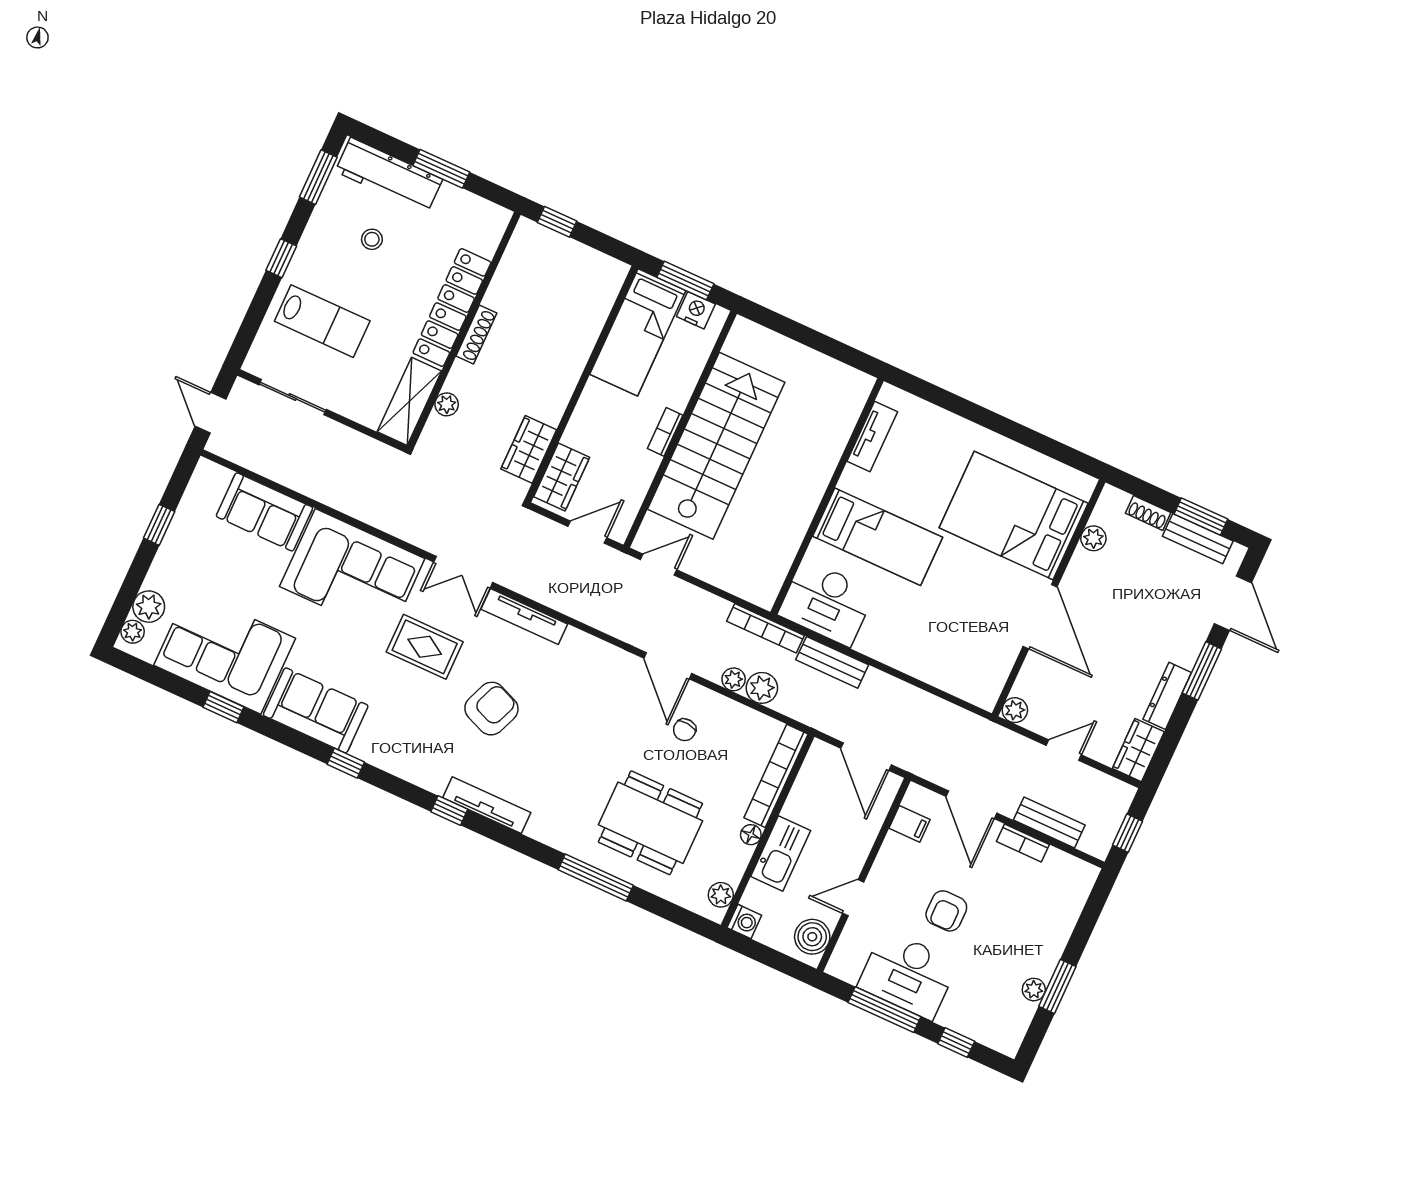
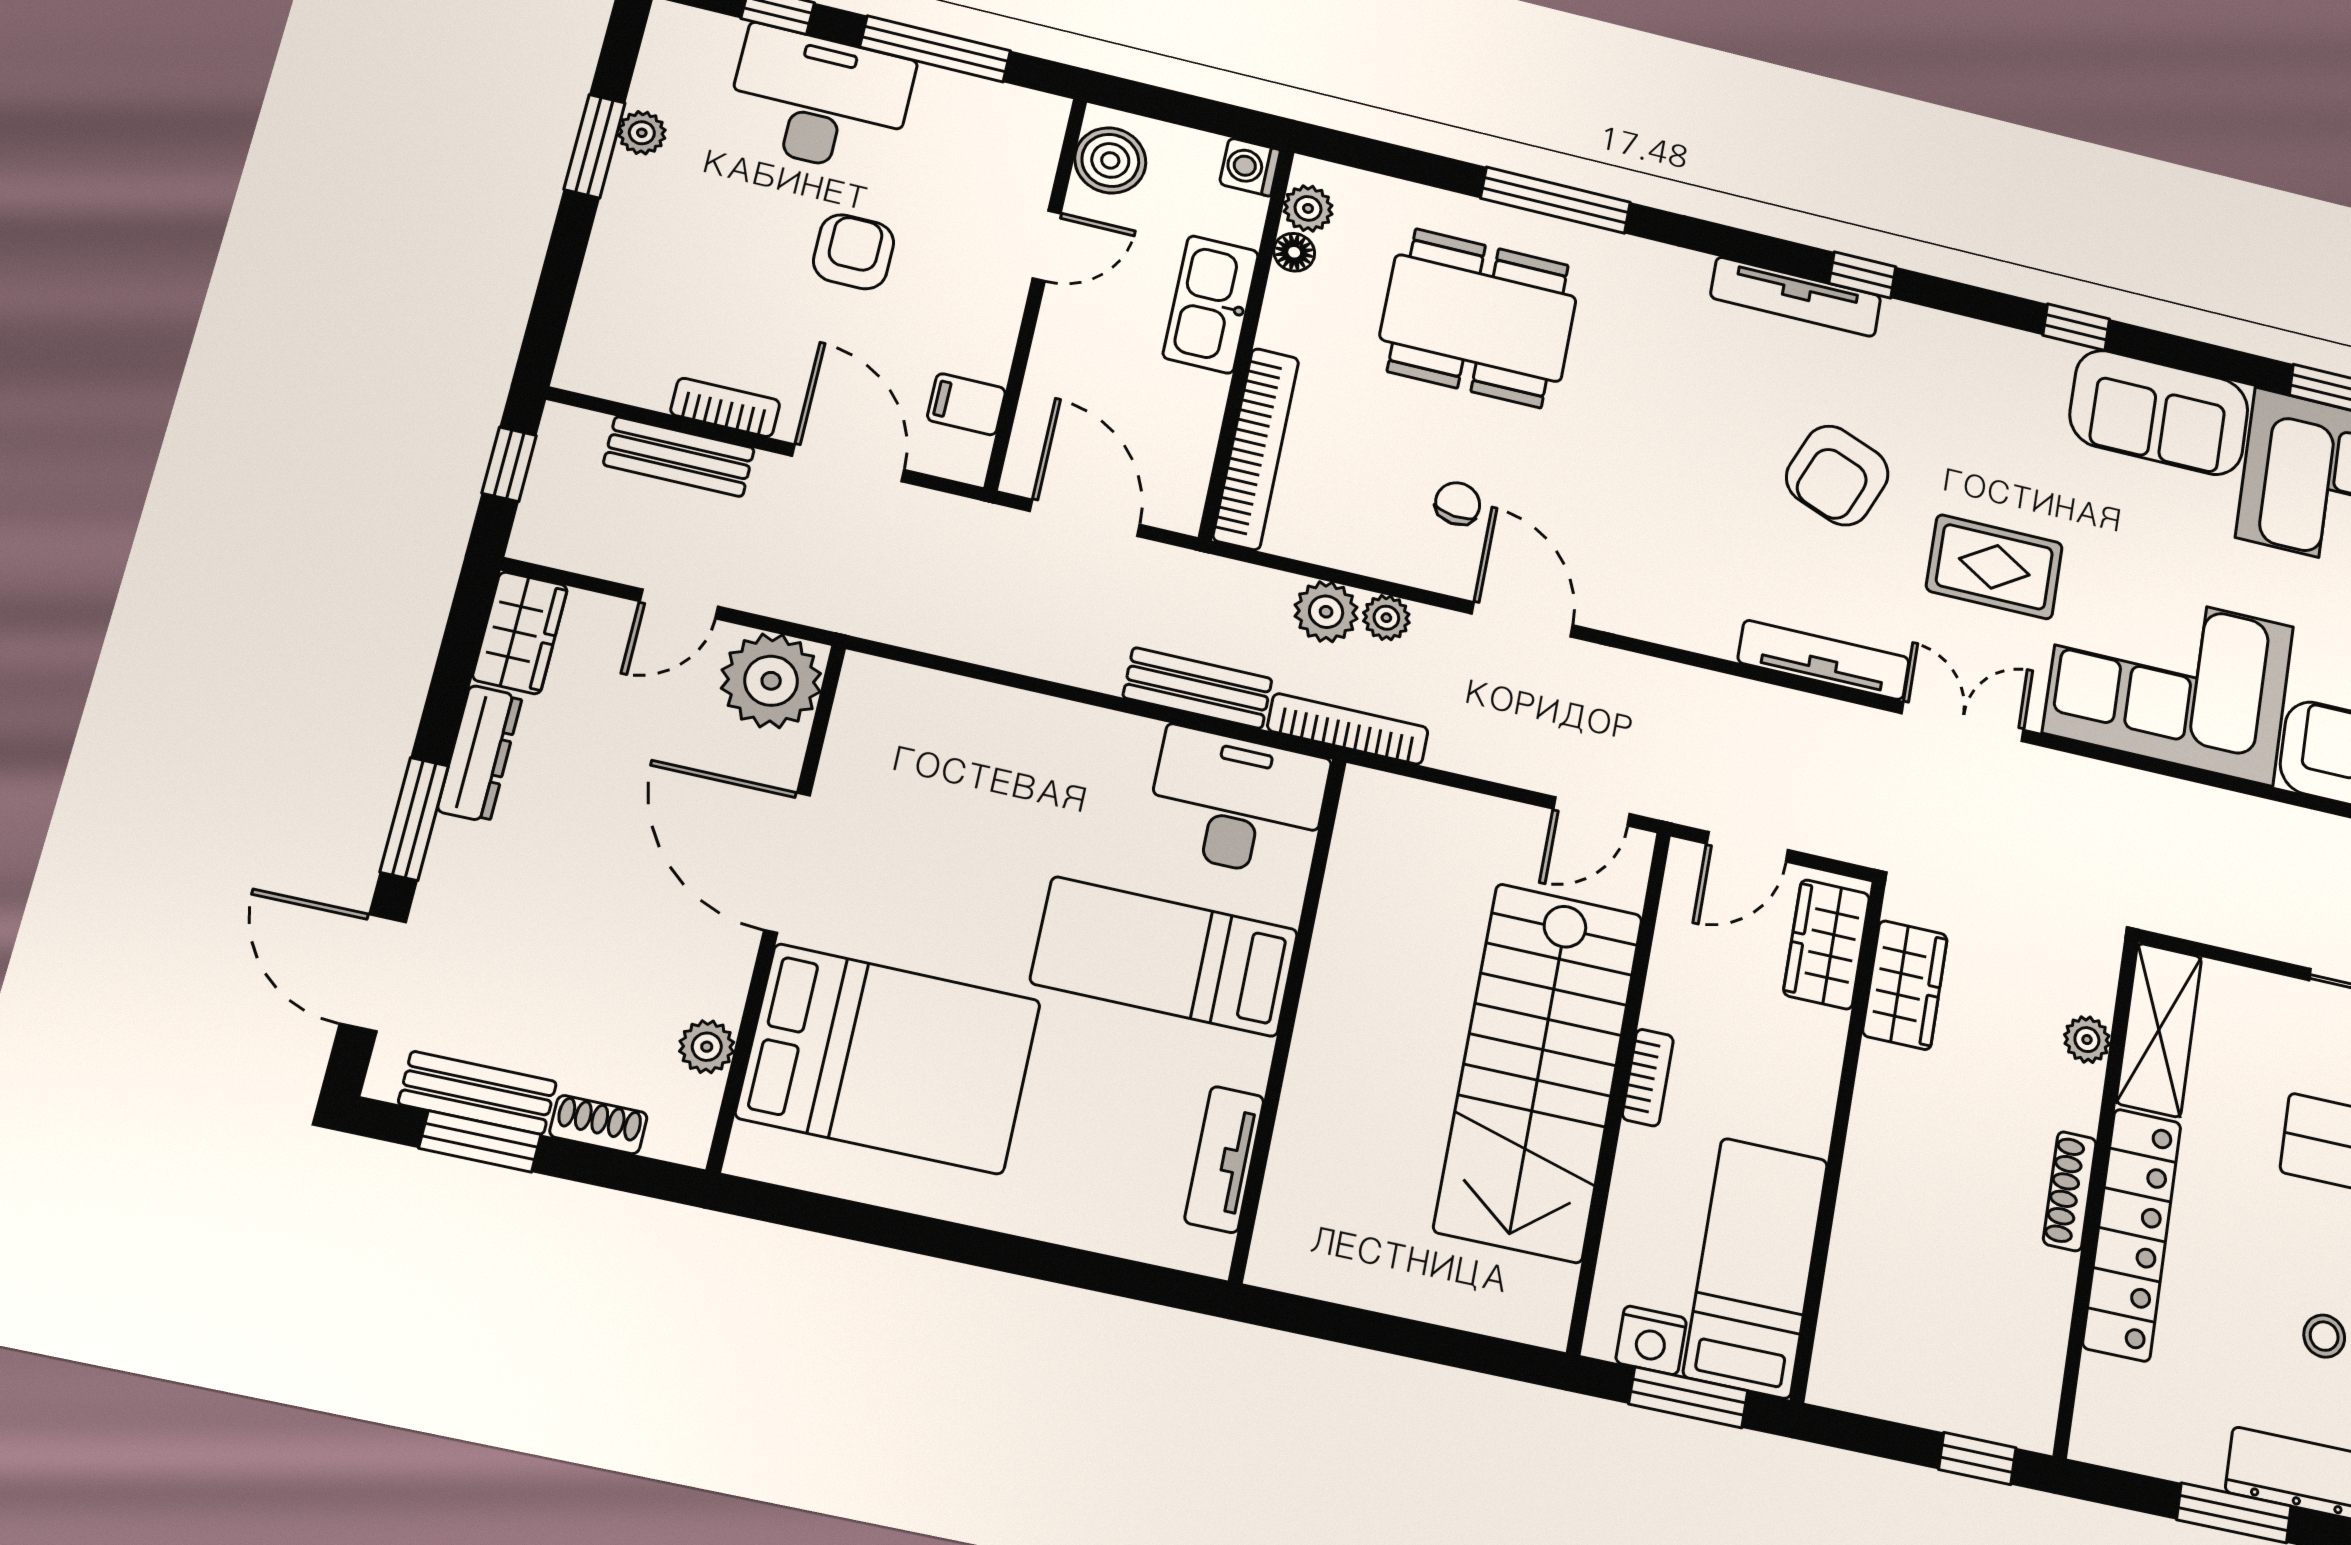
plant: (1015, 710) -> (771, 681), width x1.87, depth x1.87
floor lamp: (751, 835) -> (1294, 252), moved
desk: (908, 975) -> (820, 100), moved

